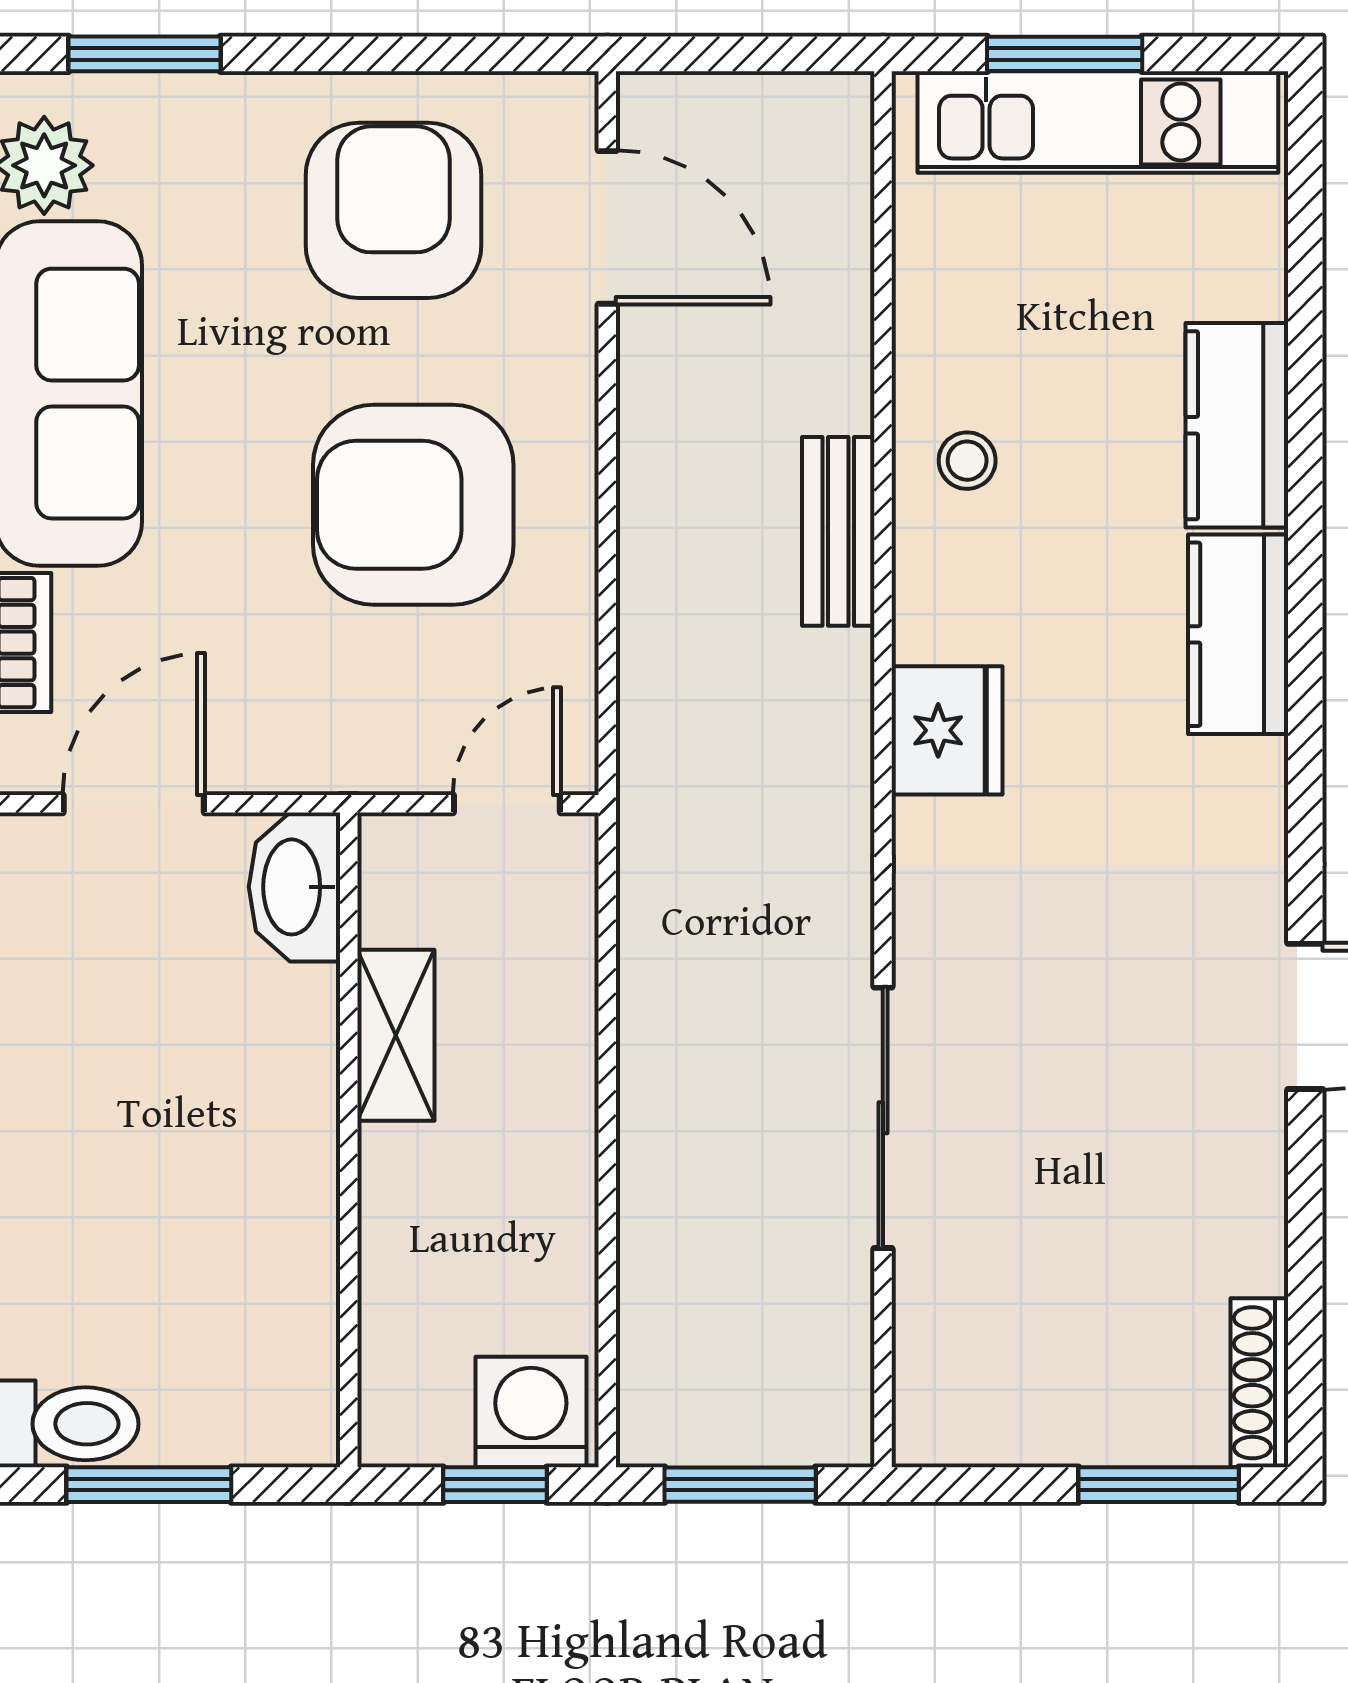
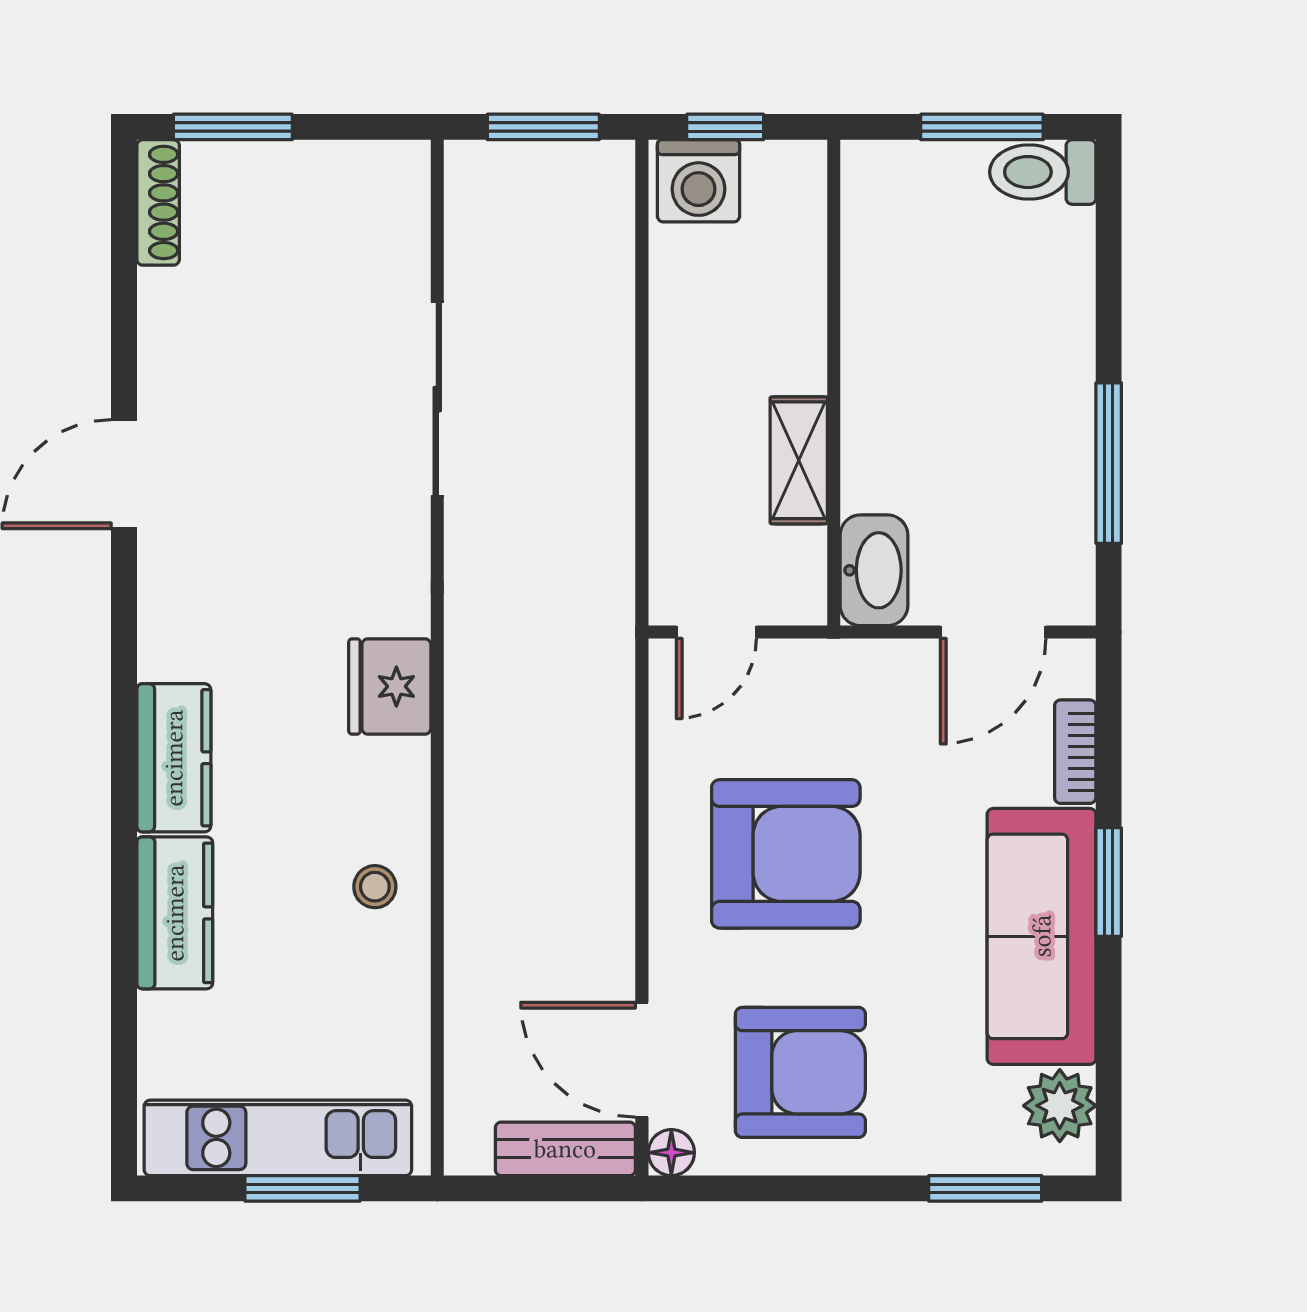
floor lamp: (568, 102) -> (671, 1153), added
armchair: (394, 210) -> (800, 1072), turned -90
bench: (838, 531) -> (565, 1149), moved, turned 90

